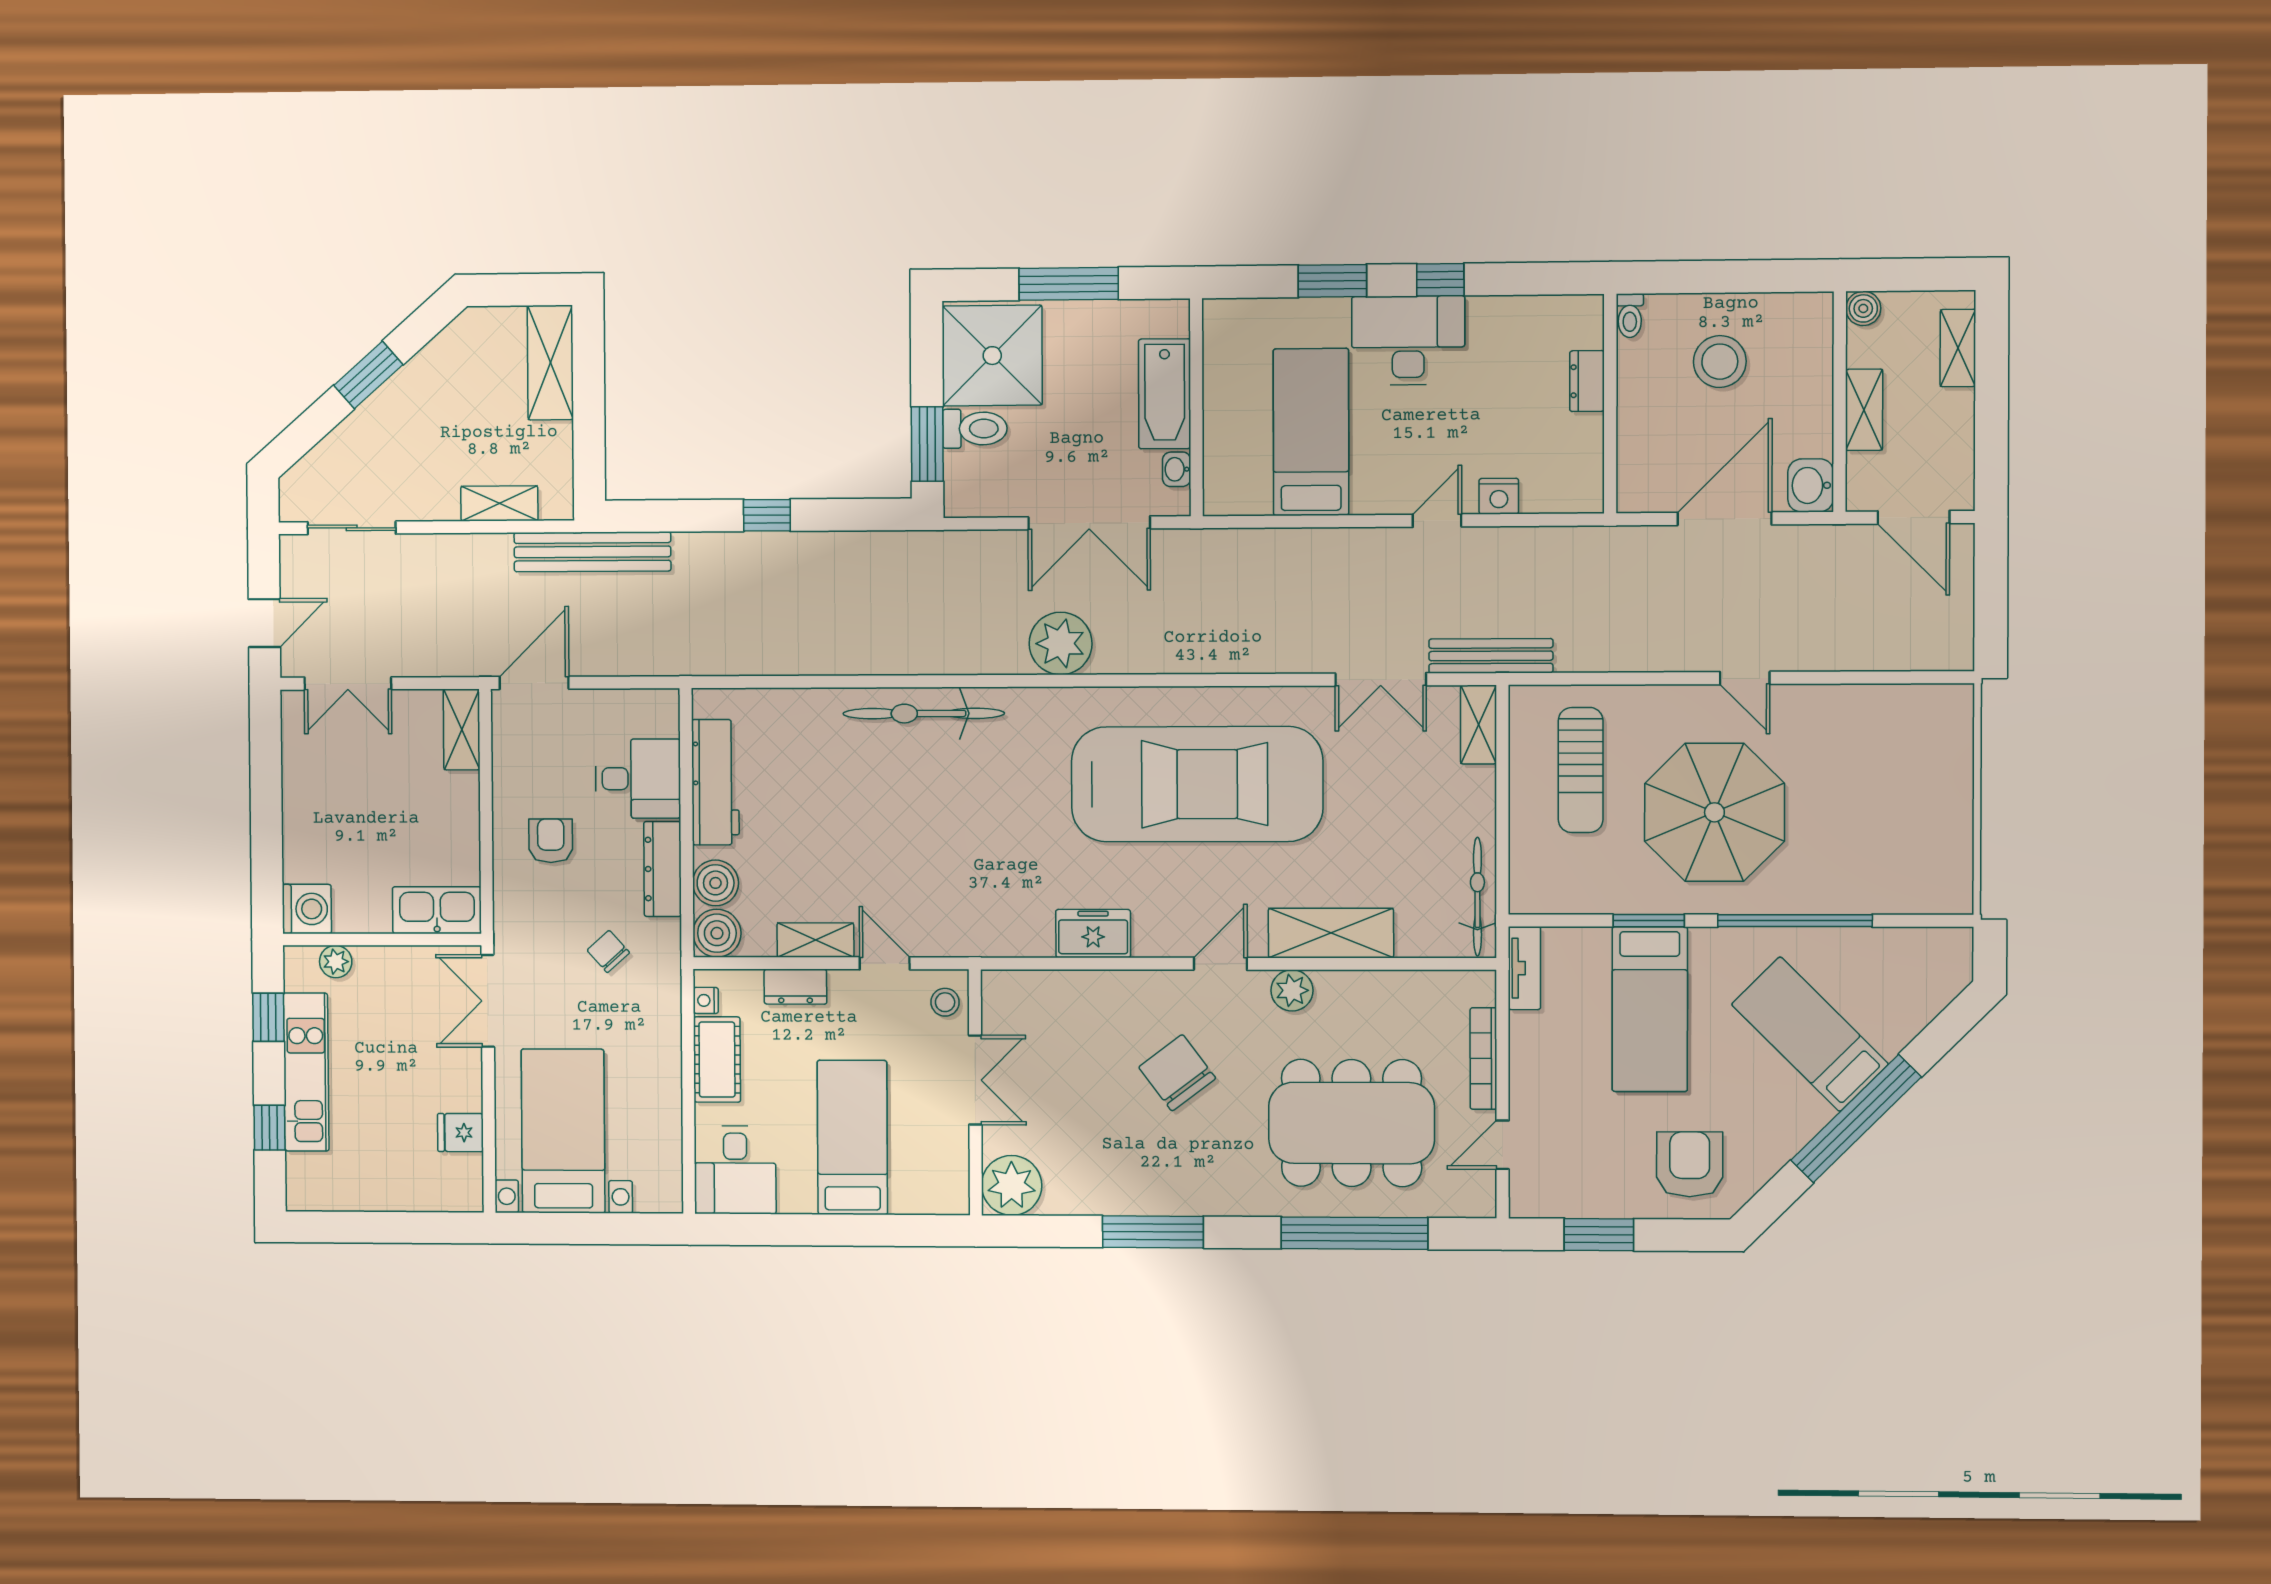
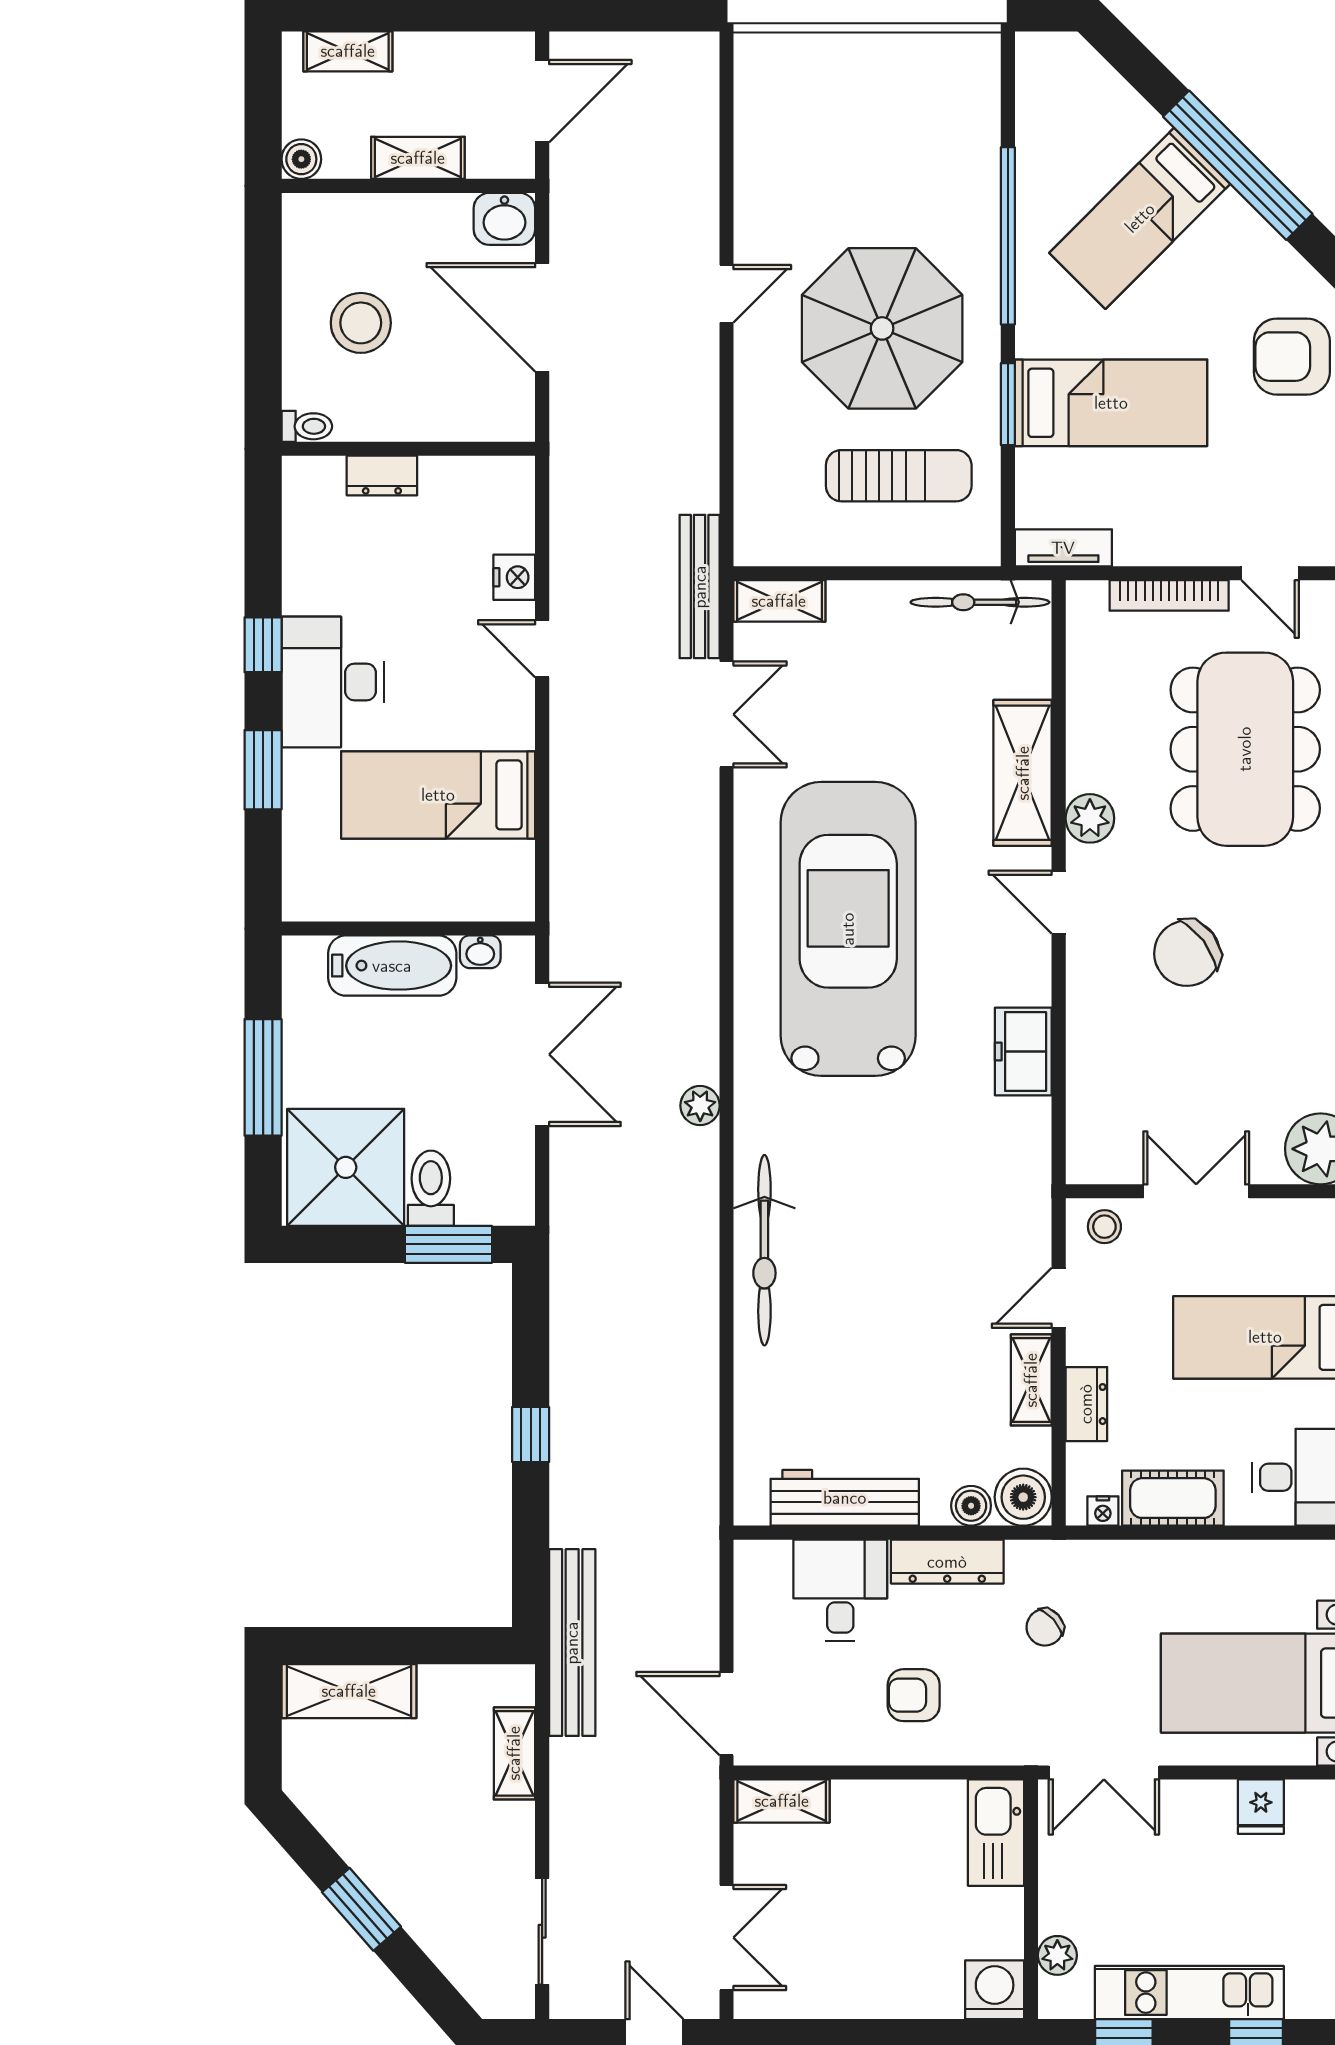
plant: (1061, 643) -> (700, 1106), width x0.53, depth x0.53
sun lounger: (1581, 770) -> (899, 476), moved
boiler: (715, 883) -> (971, 1506), width x0.73, depth x0.73

